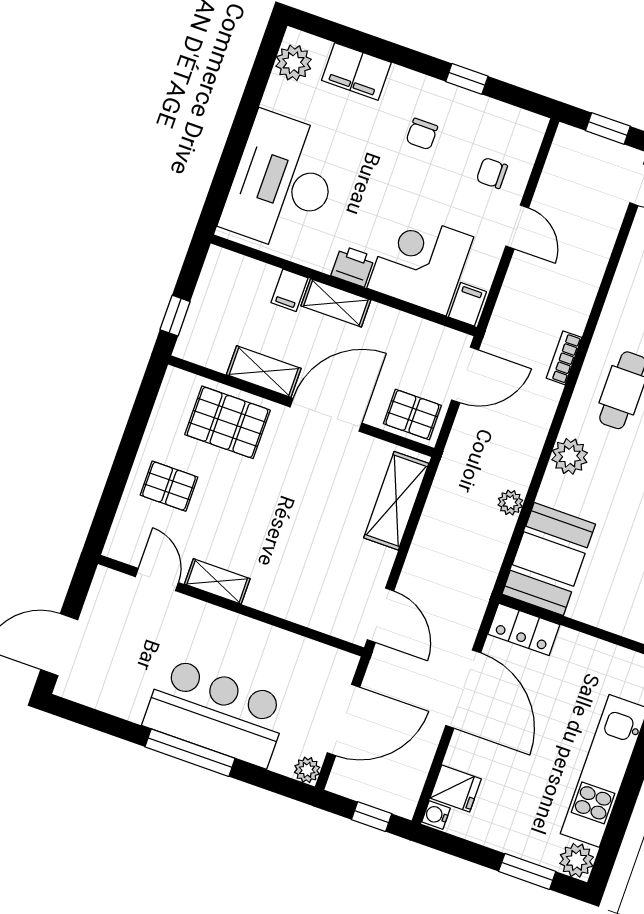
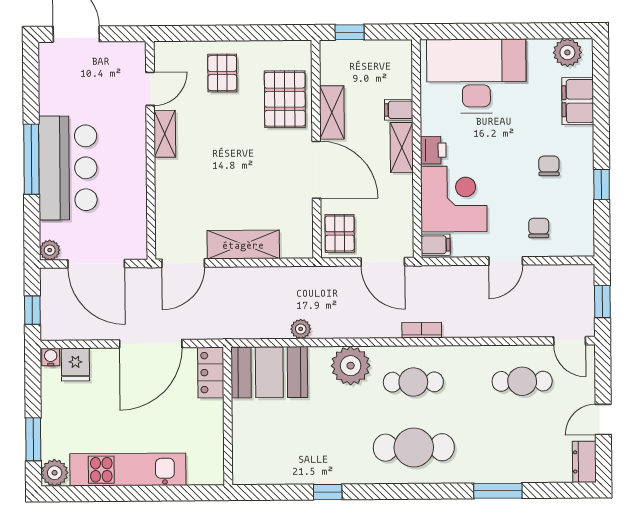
chair: (422, 134) -> (549, 166), turned 90
plant: (570, 456) -> (351, 366), width x1.36, depth x1.36
shelving: (396, 501) -> (243, 245), moved

